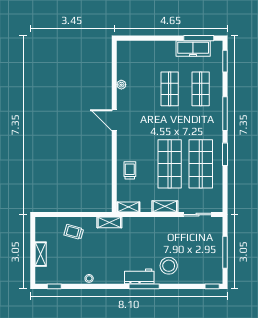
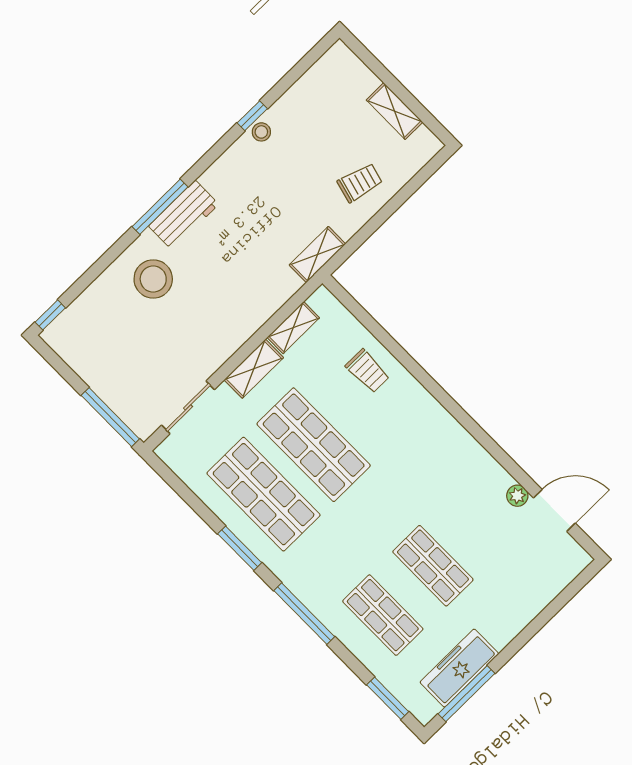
door: (114, 120) -> (554, 510), moved
shelving: (128, 207) -> (293, 328), moved
window: (225, 252) -> (110, 417), moved
shelving: (41, 254) -> (395, 111), moved
window: (54, 286) -> (252, 116), moved

